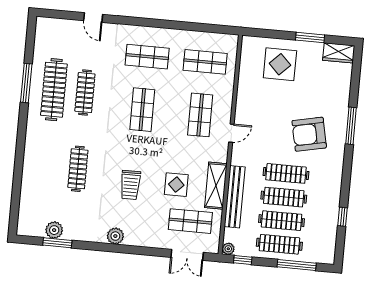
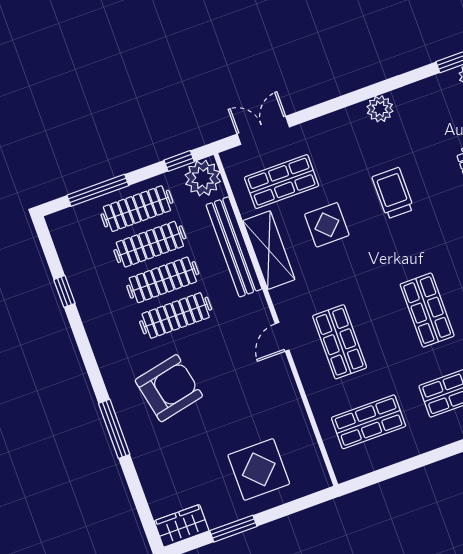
plant: (228, 249) -> (203, 178), width x1.88, depth x1.88

